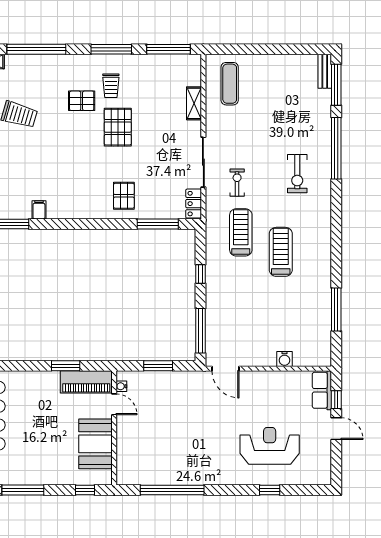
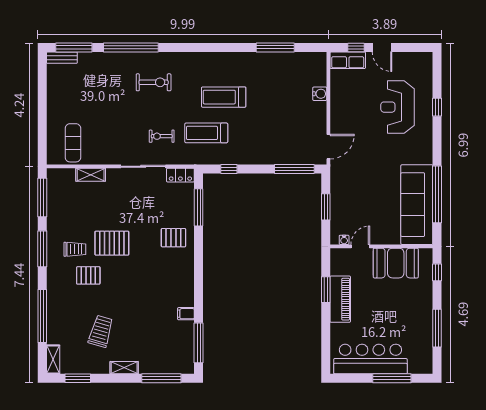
exercise mat: (230, 84) -> (73, 143), turned 90
pallet: (82, 101) -> (88, 275), turned 90
window: (201, 274) -> (229, 169), moved
piano: (86, 382) -> (340, 299), moved
door: (336, 429) -> (382, 47), swing flipped
sofa: (161, 467) -> (417, 205), added

